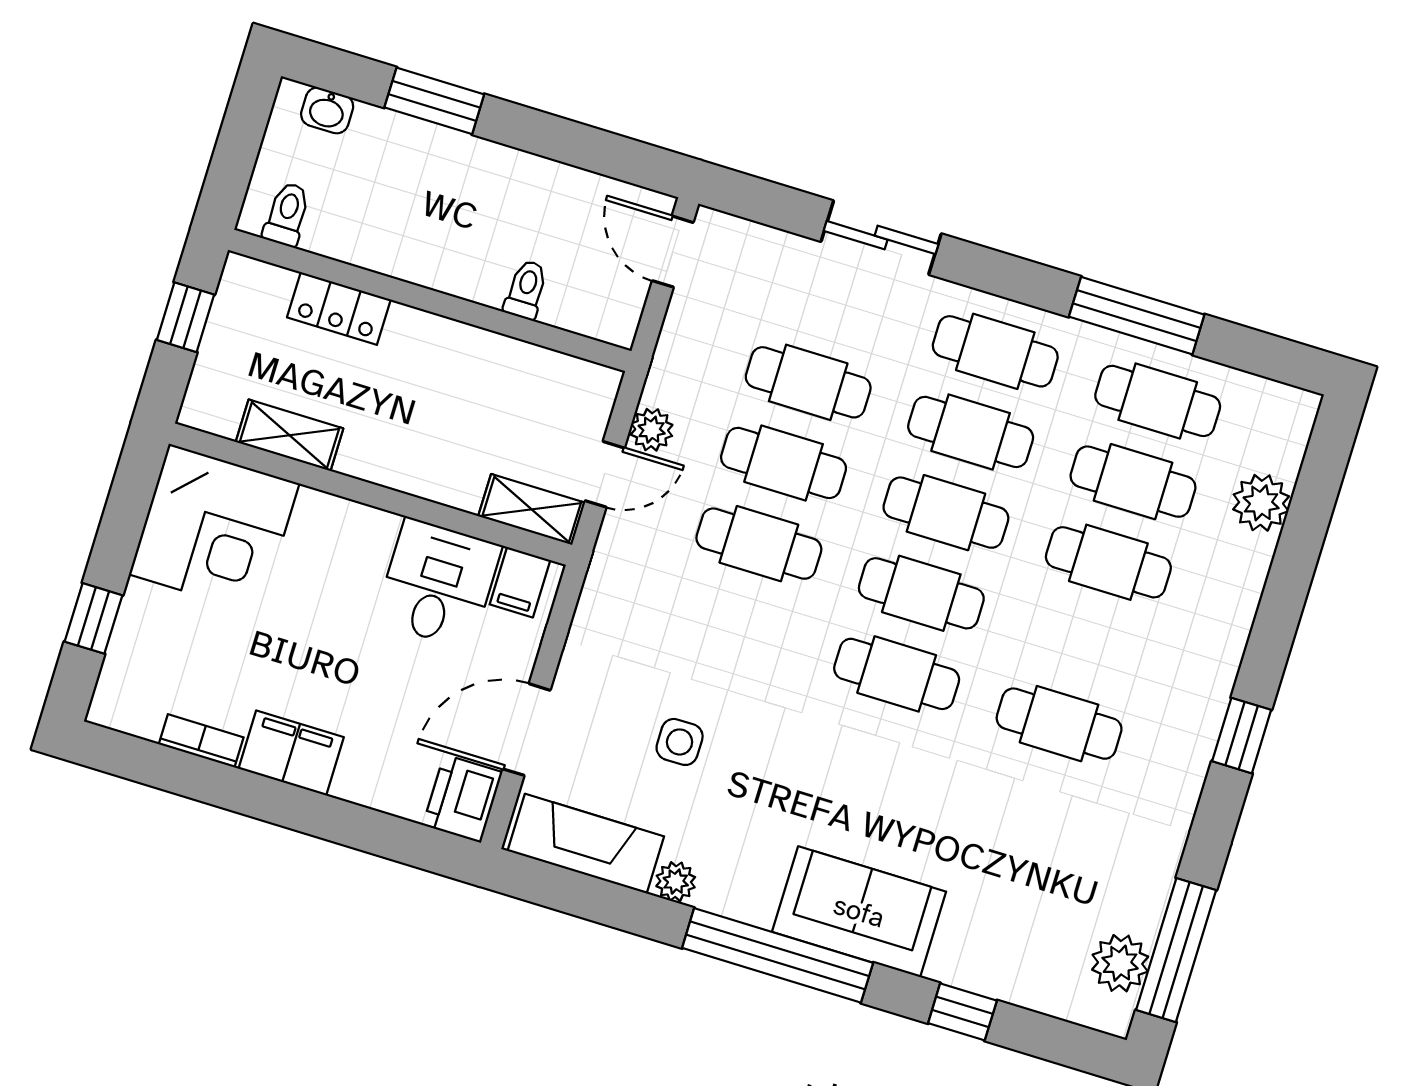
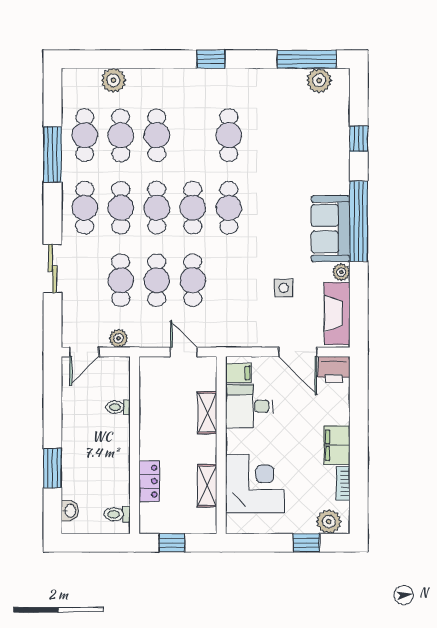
plant: (652, 430) -> (119, 338), moved
shelving: (532, 509) -> (207, 413), moved
corner desk: (214, 529) -> (255, 484), moved
plant: (125, 683) -> (329, 522), added
sofa: (859, 912) -> (331, 229), moved

